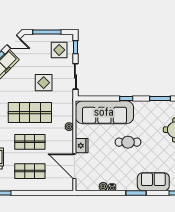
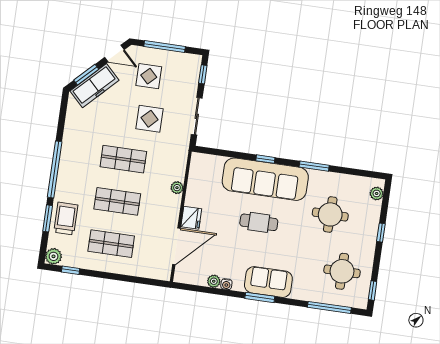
display table: (59, 50) -> (149, 76), moved
sofa: (104, 112) -> (265, 179), moved
shop shelf: (30, 113) -> (123, 159), width x0.70, depth x0.74
door: (74, 166) -> (176, 246), swing flipped
sofa: (153, 182) -> (268, 282), moved

